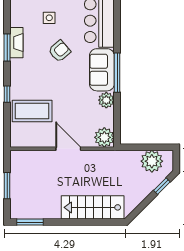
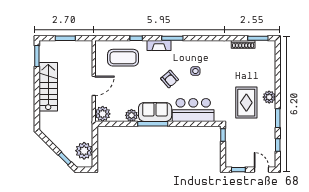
fireplace: (16, 43) -> (159, 46), moved
coffee table: (32, 111) -> (123, 58), turned 90
stairs: (93, 207) -> (48, 87), moved

